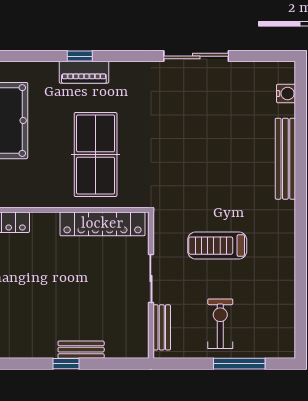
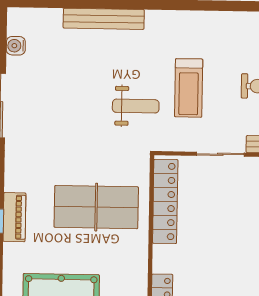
water cooler: (286, 94) -> (16, 46), moved, turned -90
weight bench: (198, 192) -> (136, 106), added

